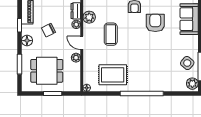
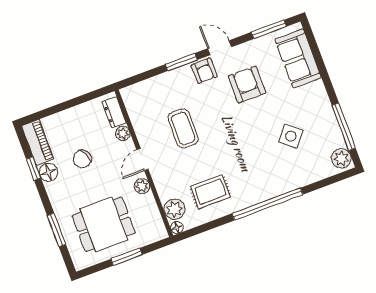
plant: (89, 17) -> (174, 209), moved
floor lamp: (27, 41) -> (48, 172), moved
door: (82, 43) -> (142, 159), hinge flipped
side table: (187, 63) -> (291, 136), moved
rug: (113, 75) -> (210, 192), width x0.73, depth x0.70

